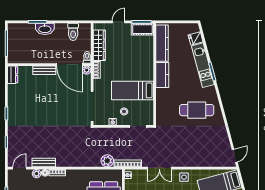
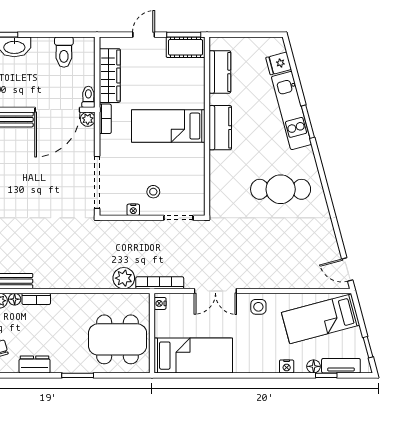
kitchen counter: (162, 43) -> (220, 72), width x0.67
door: (69, 65) -> (57, 110), hinge flipped
bed: (133, 90) -> (168, 126), moved
door: (235, 156) -> (347, 269), swing flipped

